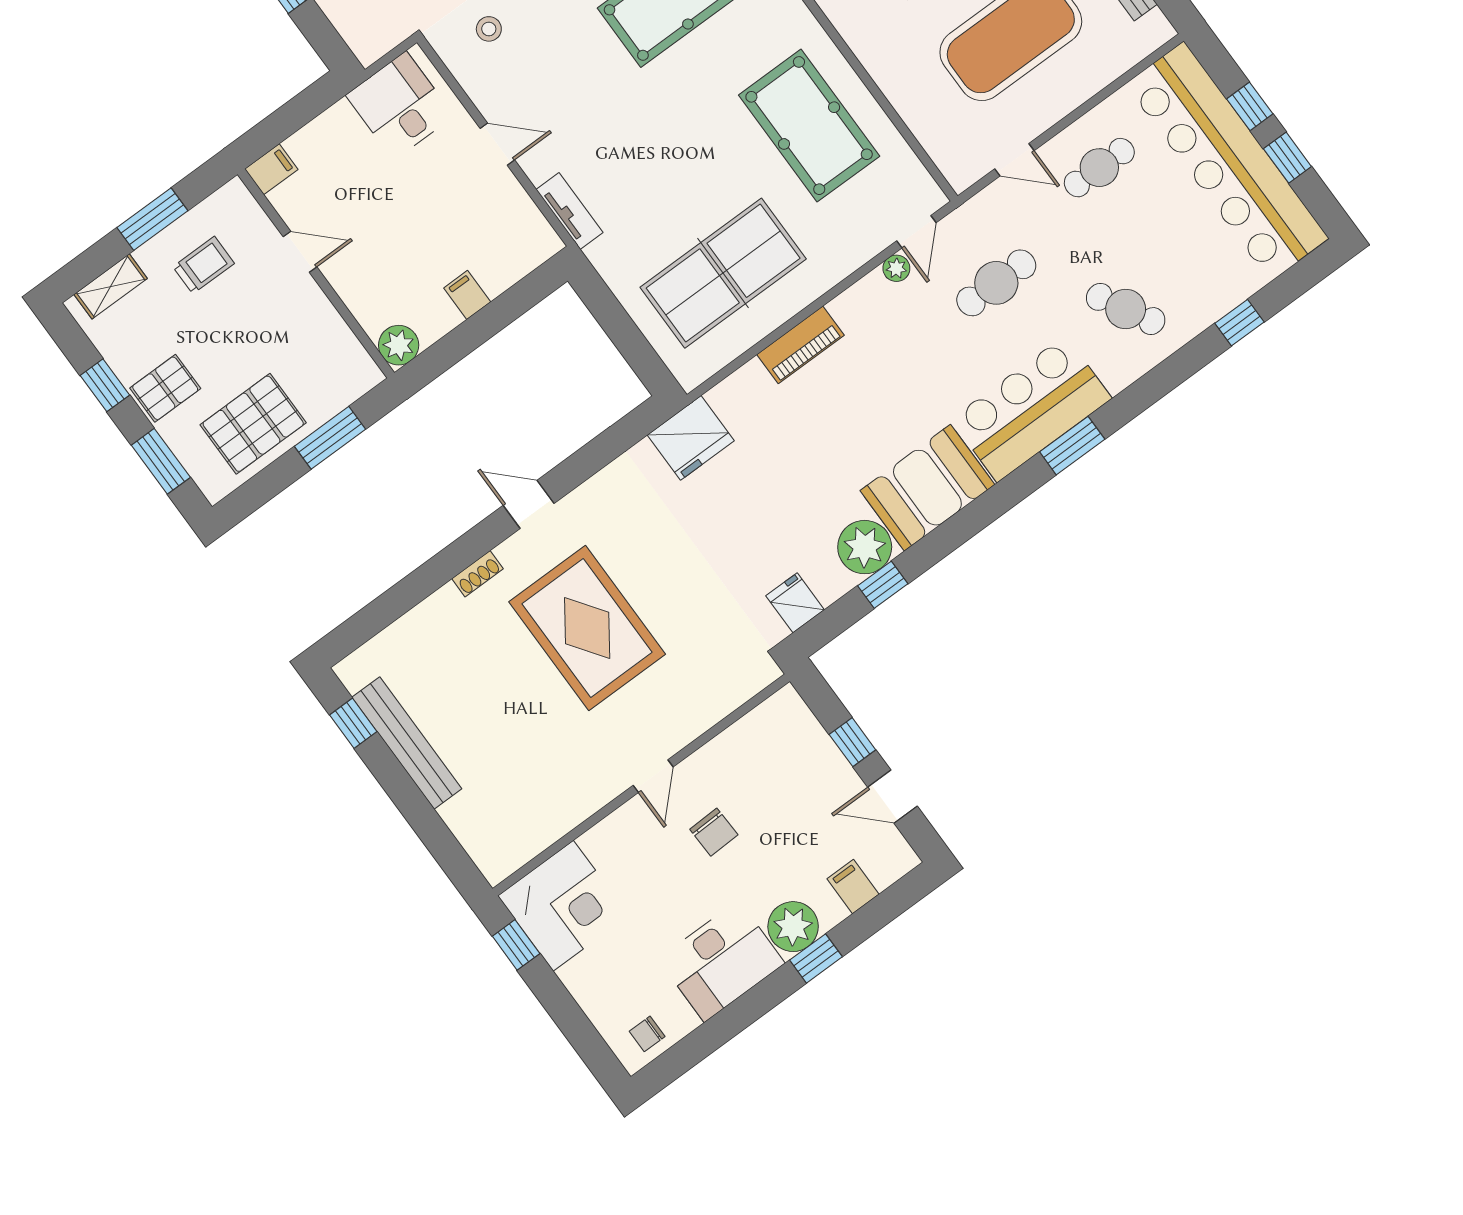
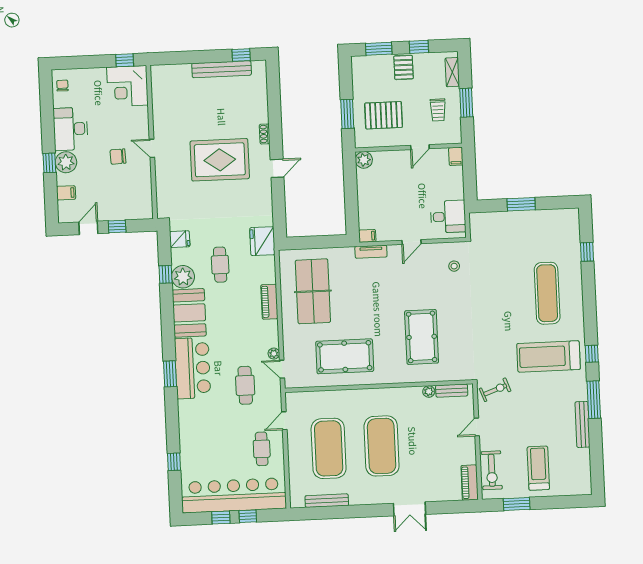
filing cabinet: (467, 295) -> (367, 236), moved
cafe table: (1126, 309) -> (220, 265), moved, turned -61
pallet: (253, 424) -> (384, 115), moved, turned 90

